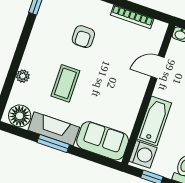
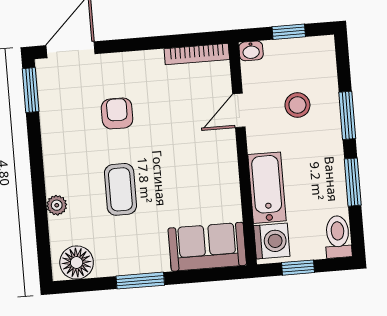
bookcase: (132, 17) -> (197, 54), moved
armchair: (83, 37) -> (117, 113), turned 180
fireplace: (54, 129) -> (132, 260), removed

